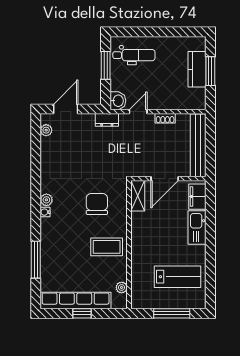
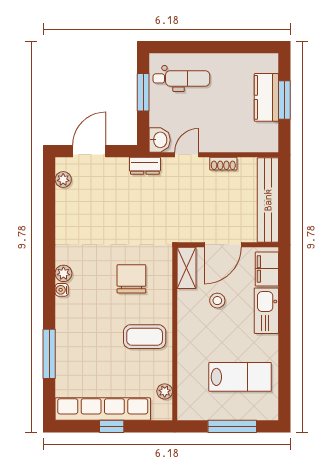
stool: (161, 220) -> (217, 301), added

